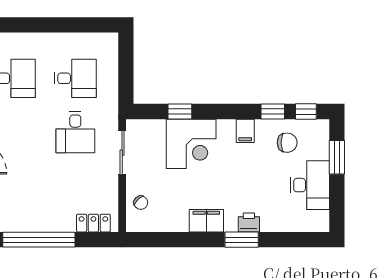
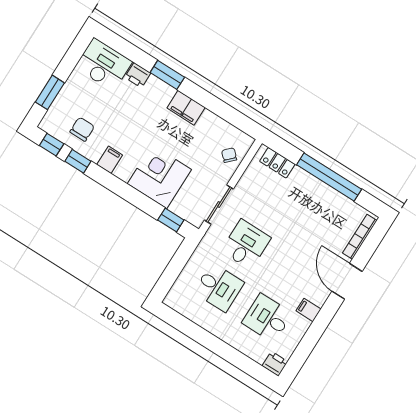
desk: (75, 78) -> (219, 287), turned 180
window: (180, 112) -> (171, 220), moved
chair: (287, 143) -> (82, 129), turned 90
desk: (310, 185) -> (104, 65), moved, turned 90
printer: (249, 222) -> (138, 75), moved

